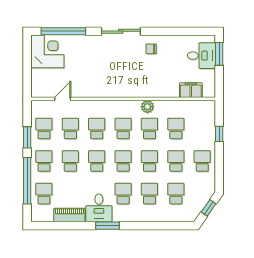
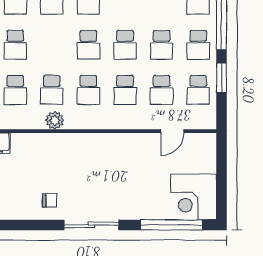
school desk: (149, 161) -> (52, 45), removed

